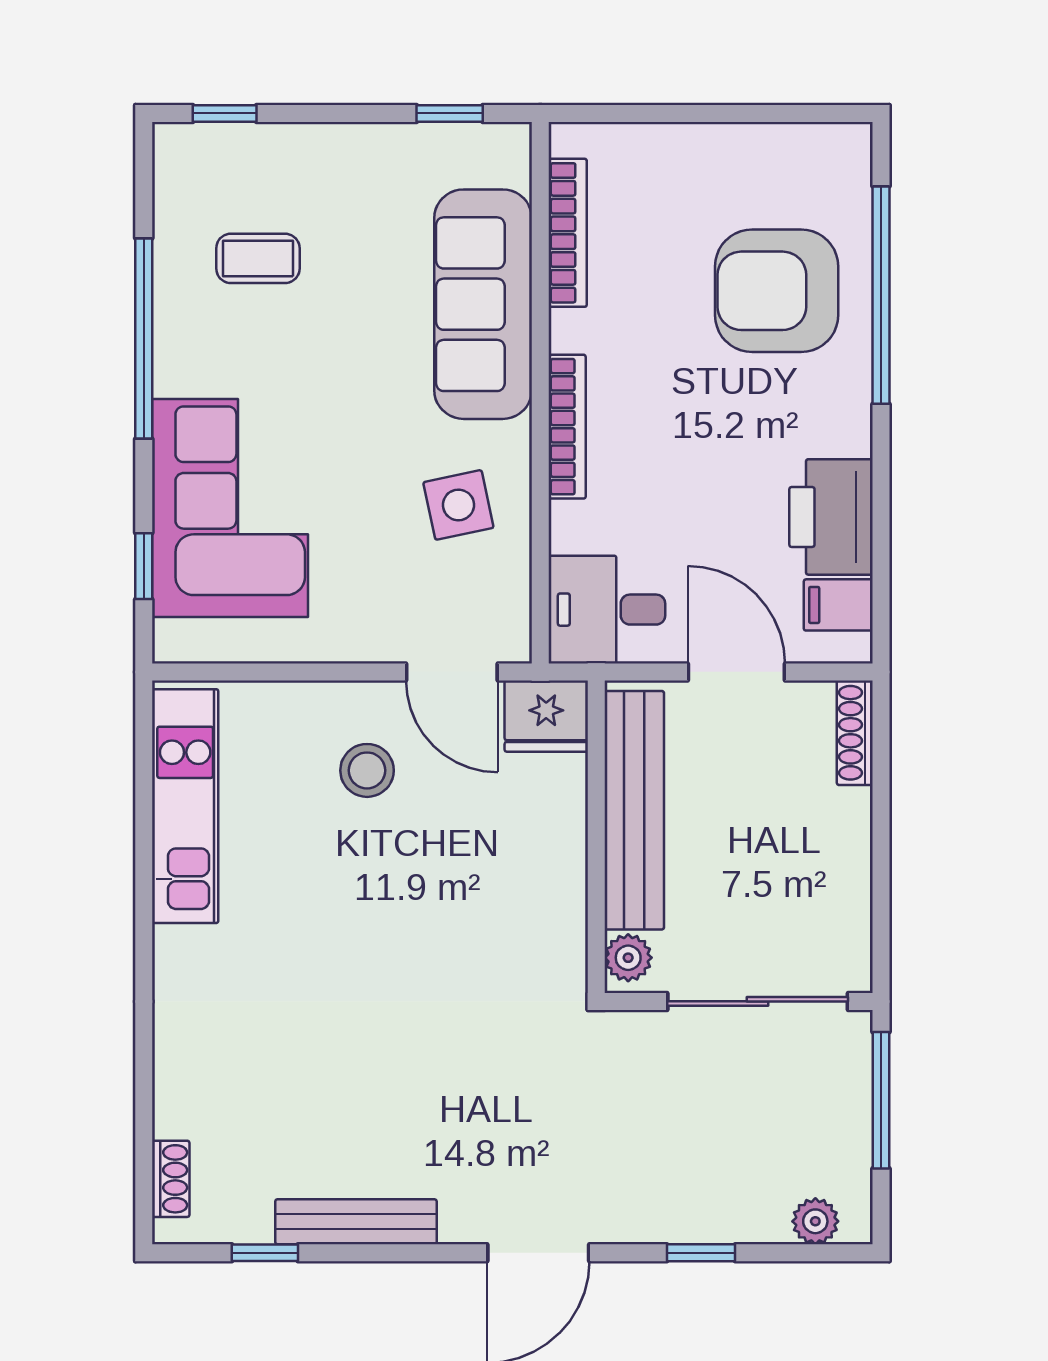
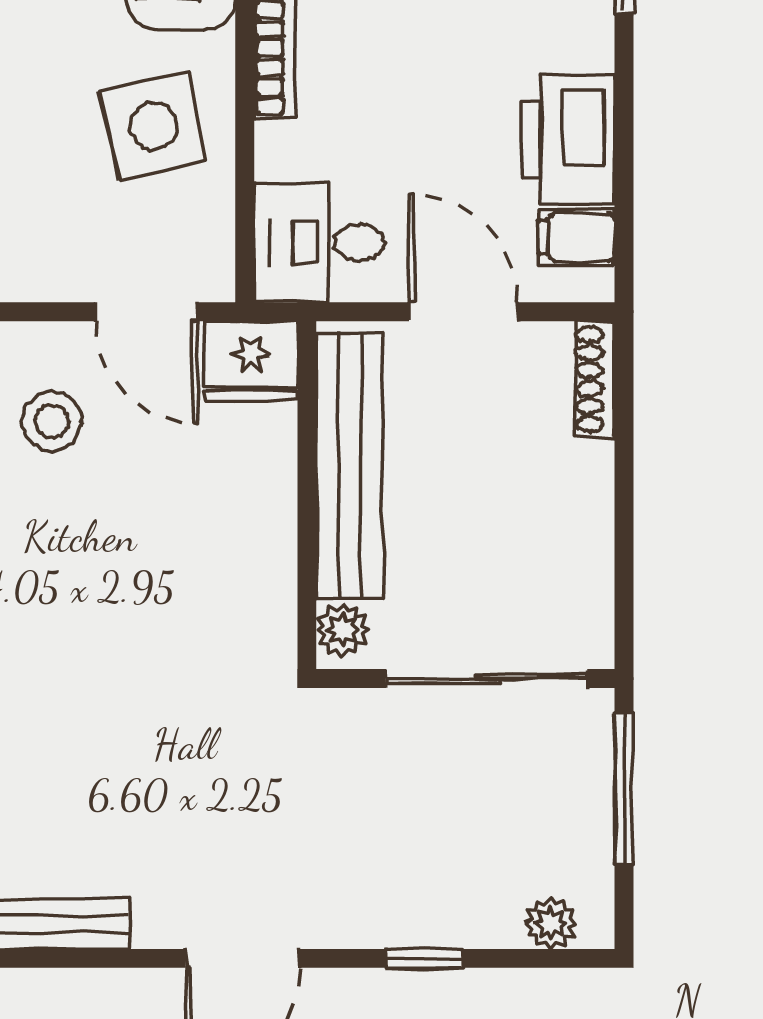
side table: (458, 505) -> (154, 126), width x1.37, depth x1.37

